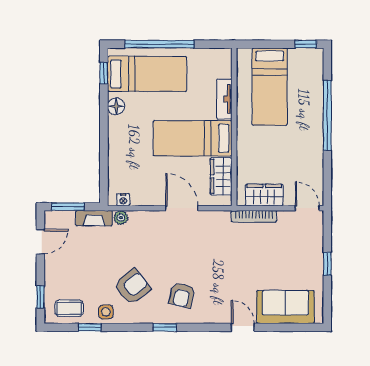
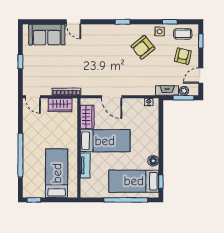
plant: (121, 218) -> (184, 91), moved
armchair: (182, 295) -> (183, 56), moved

